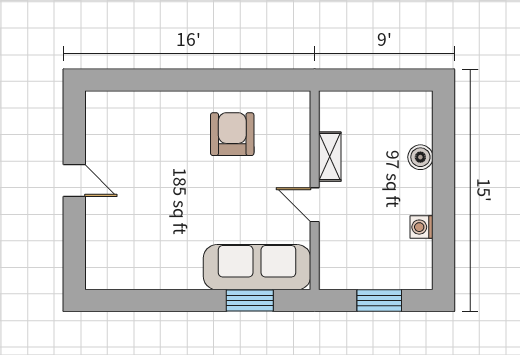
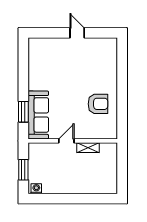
boiler: (420, 157) -> (88, 188), removed
door: (74, 180) -> (77, 33), swing flipped
washing machine: (422, 227) -> (36, 189), moved

